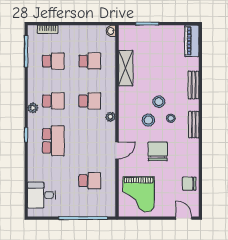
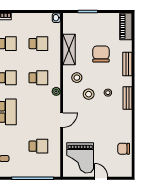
stool: (159, 102) -> (77, 78), moved
chair: (158, 151) -> (101, 54), moved
door: (184, 218) -> (101, 178), moved

